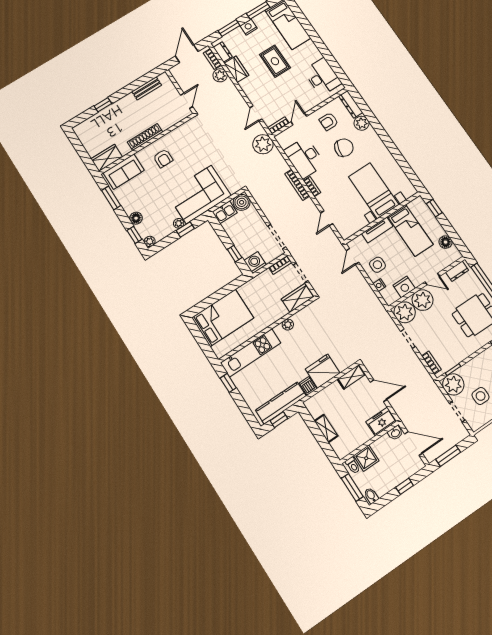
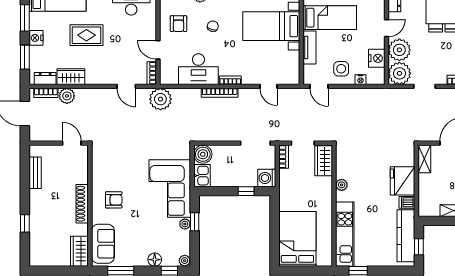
chair: (344, 148) -> (213, 26), width x0.54, depth x0.54

